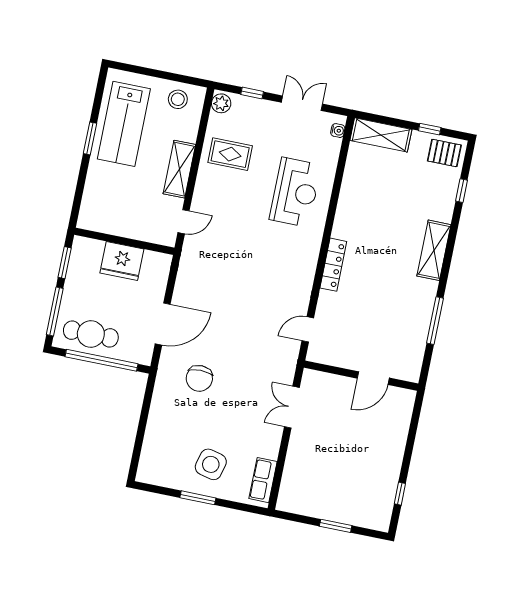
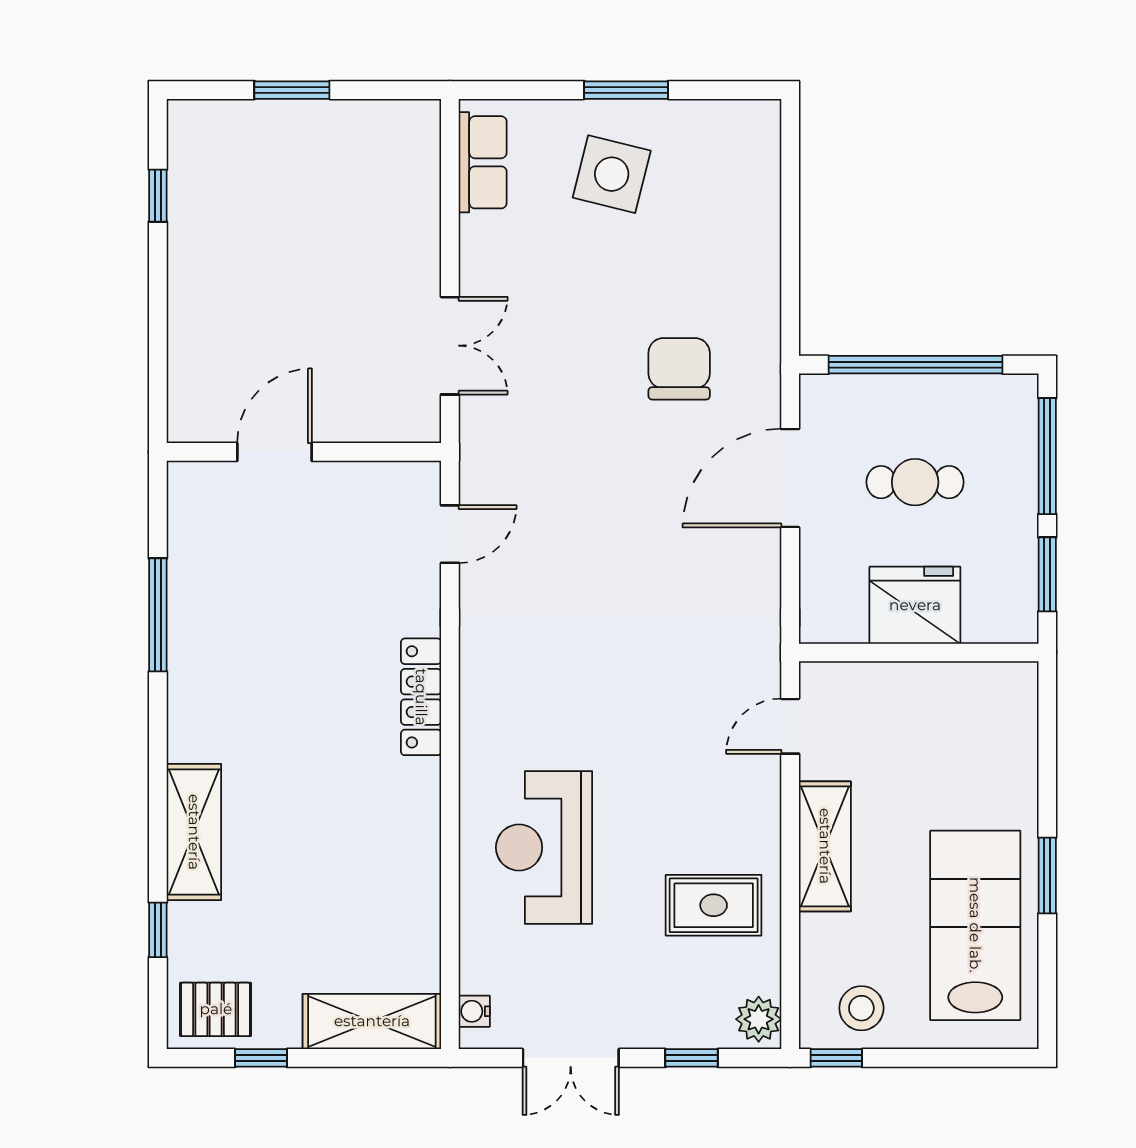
window: (192, 81) -> (836, 1058), added
shelving: (434, 250) -> (194, 832), moved
cafe table: (91, 334) -> (915, 482), moved, width x0.73, depth x0.74

